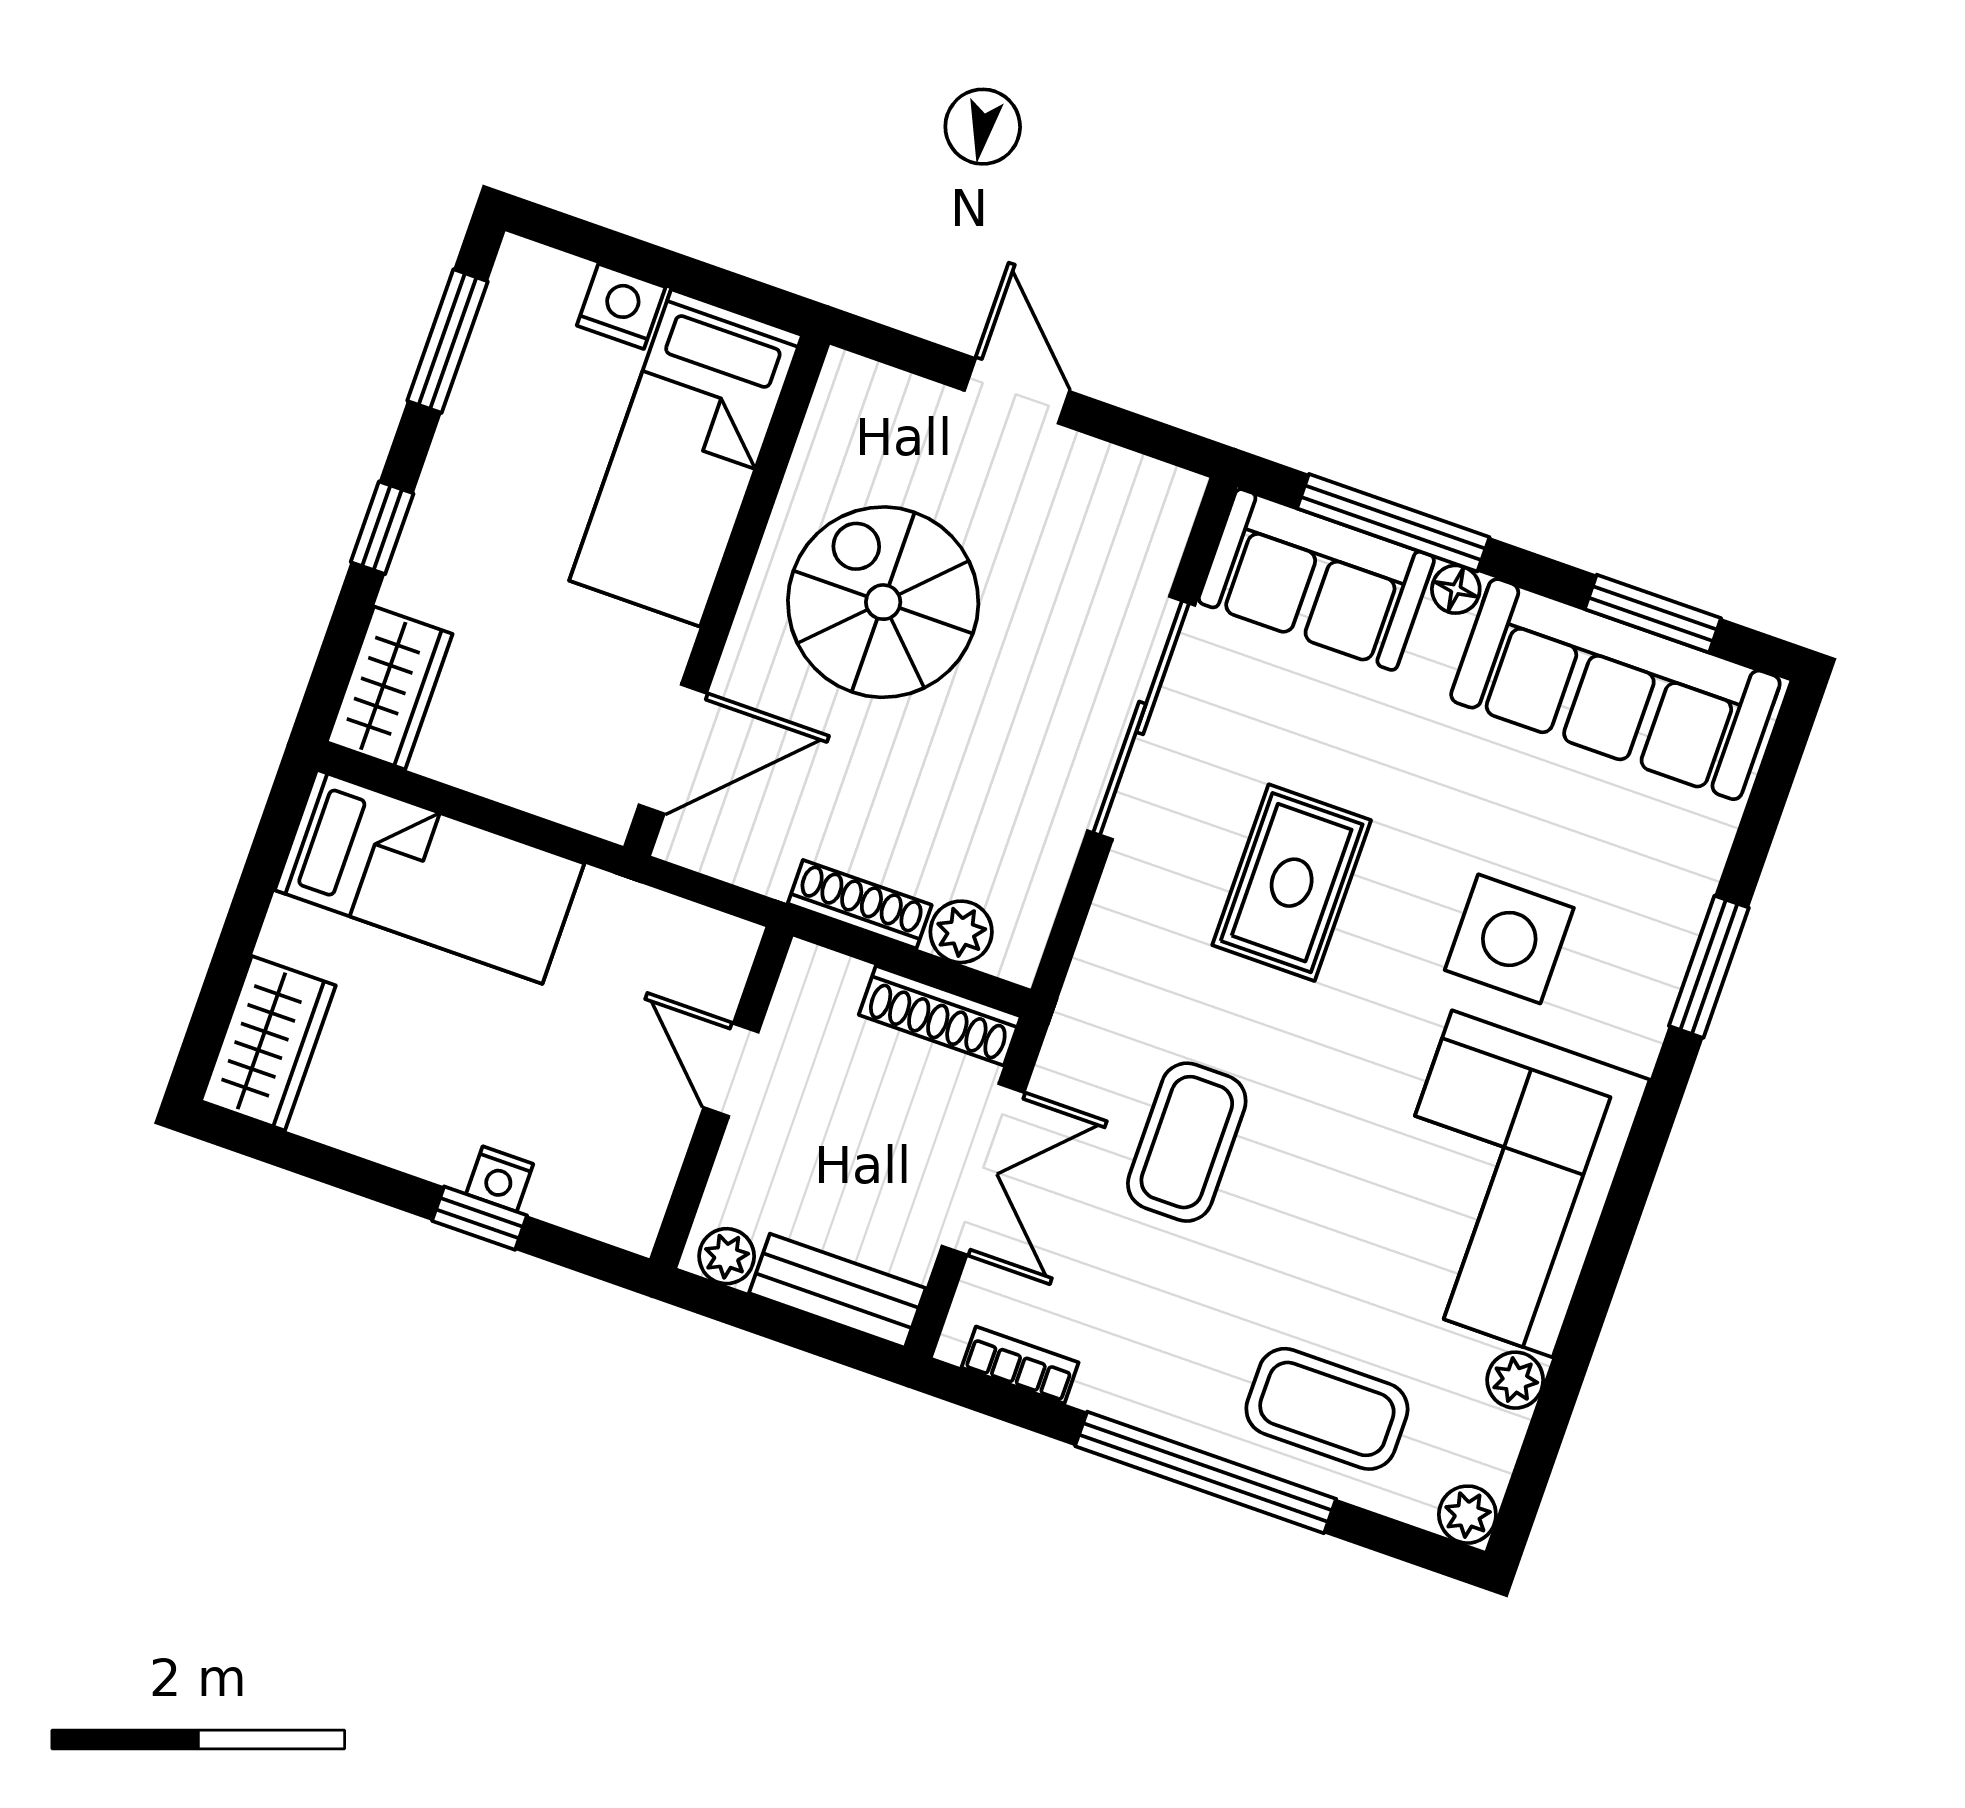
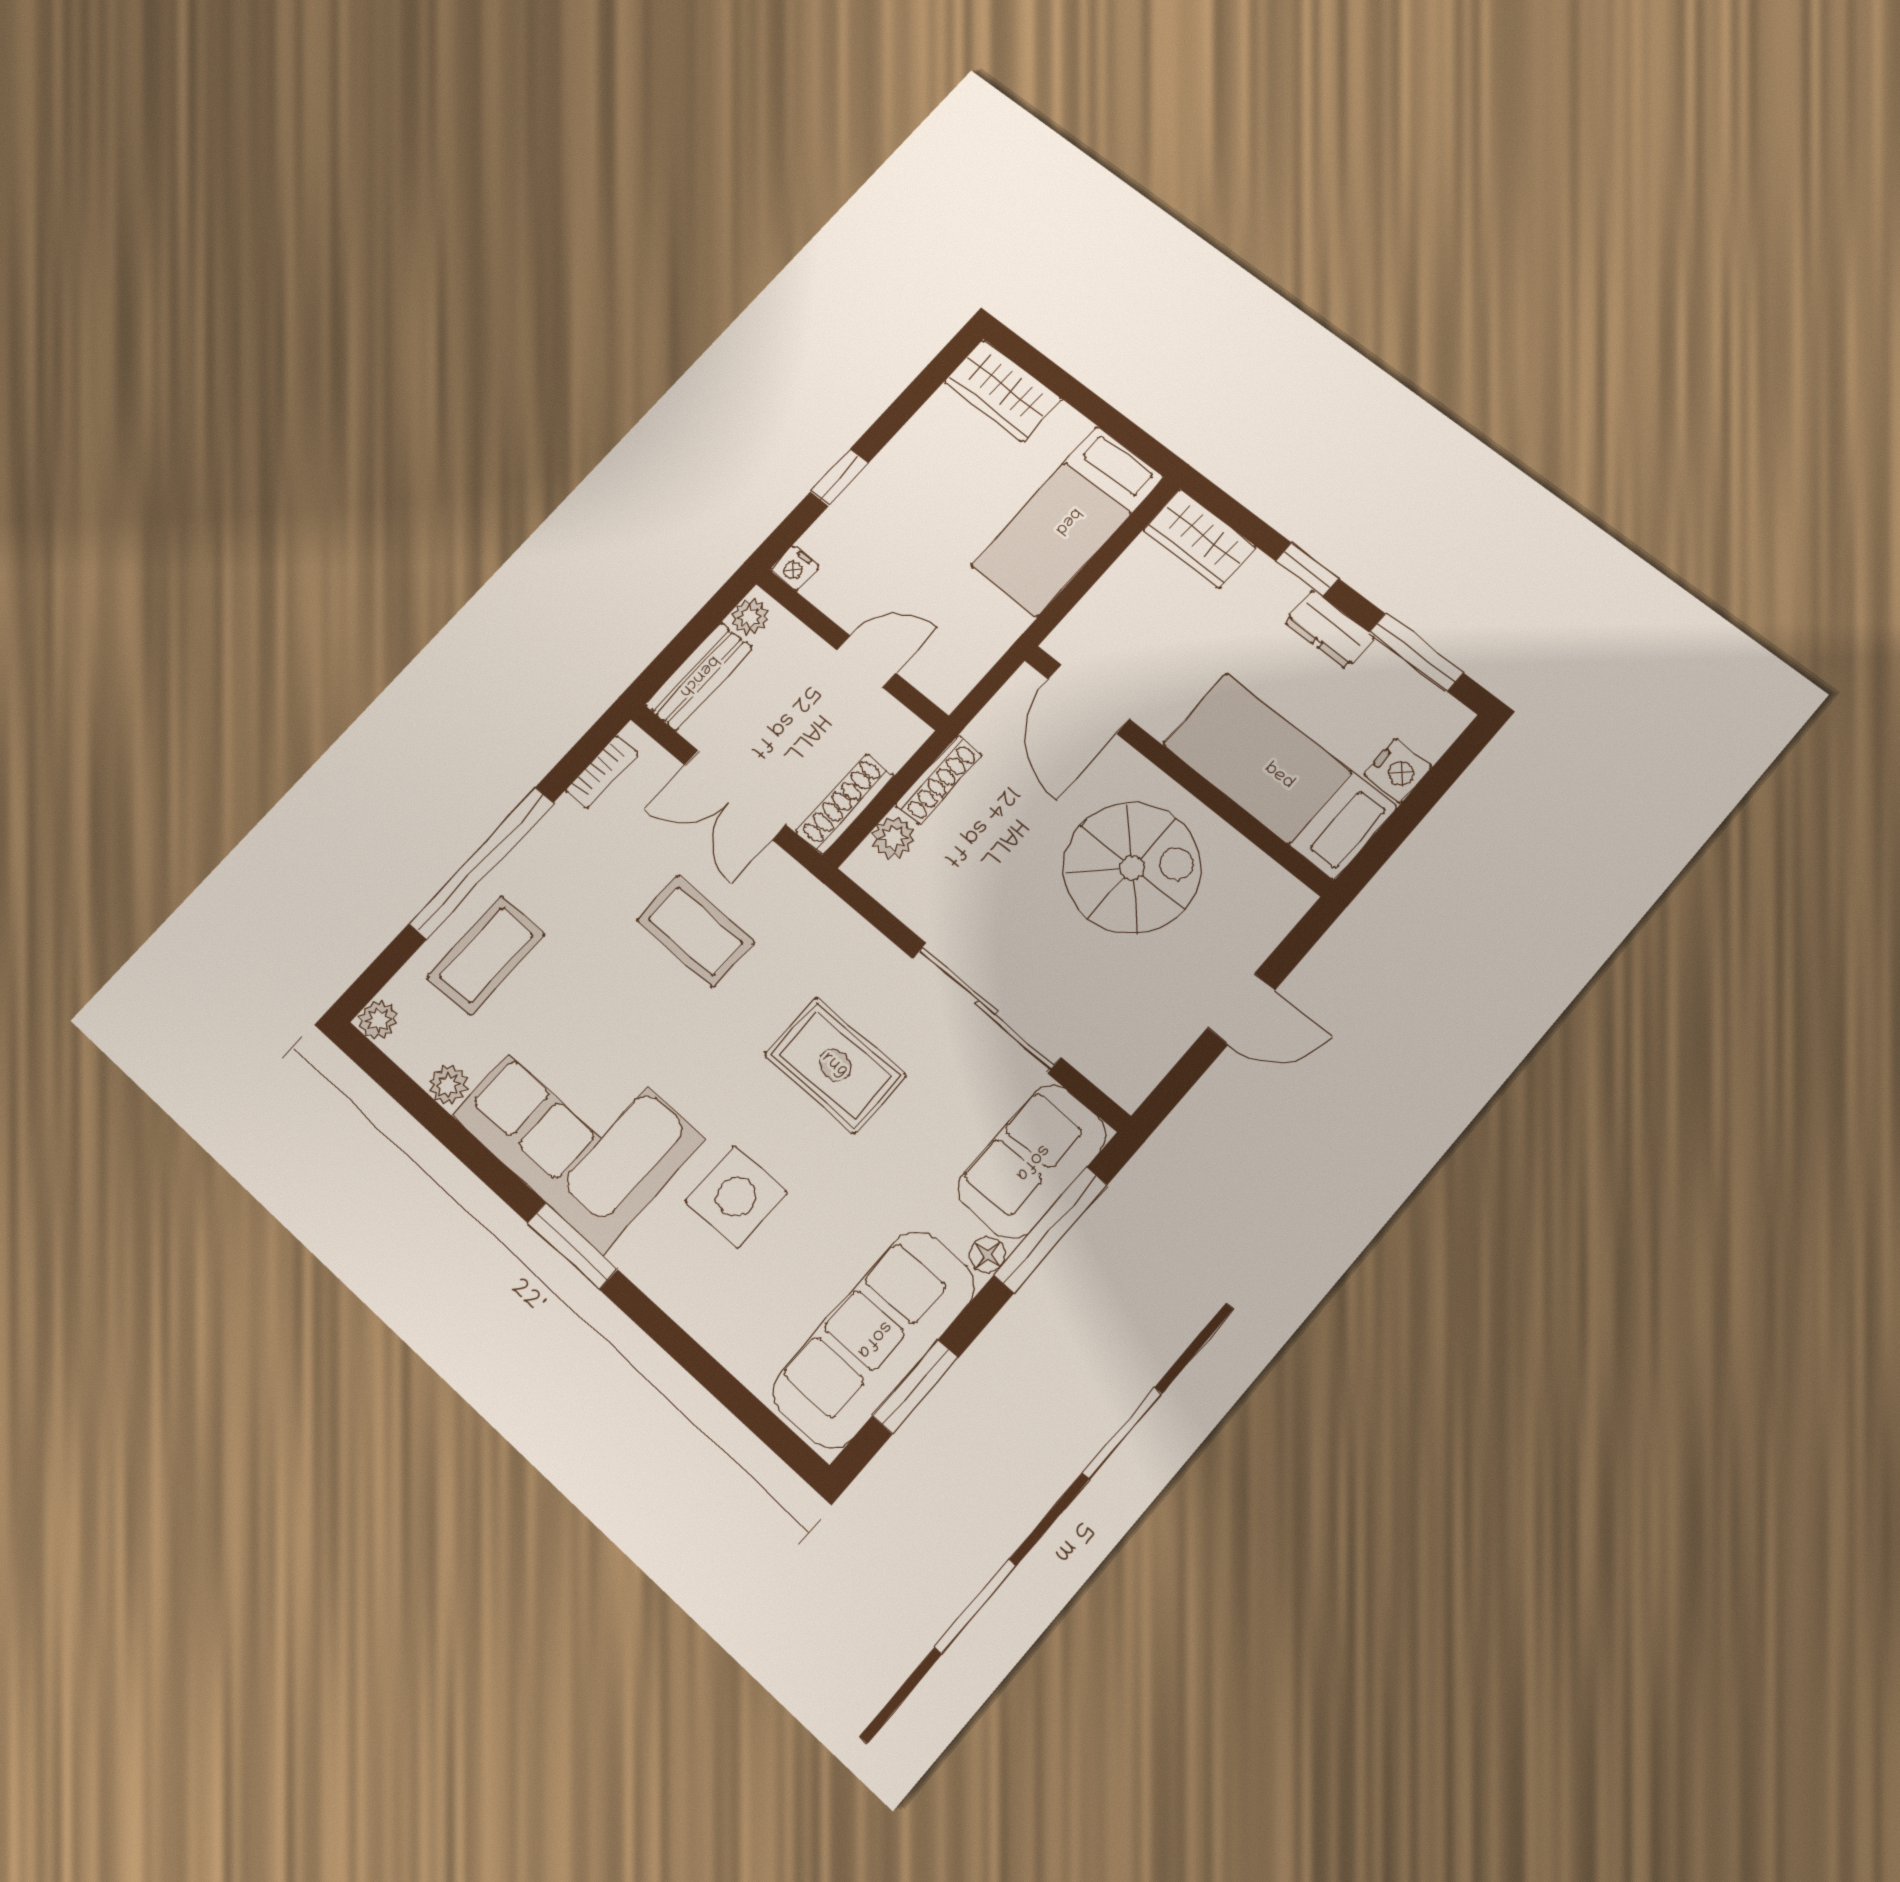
dresser: (457, 467) -> (1329, 629), added
window: (1709, 967) -> (572, 1246), moved
nightstand: (500, 1179) -> (795, 568), moved, turned -90

